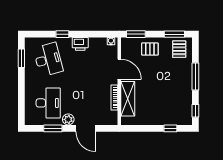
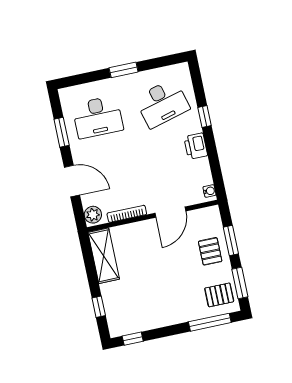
window: (136, 34) -> (231, 241), moved
window: (21, 58) -> (124, 70), moved
window: (195, 77) -> (210, 322), moved
shelving: (128, 99) -> (104, 256), moved, turned 90
plant: (68, 119) -> (93, 215), moved
door: (86, 128) -> (72, 181), swing flipped

